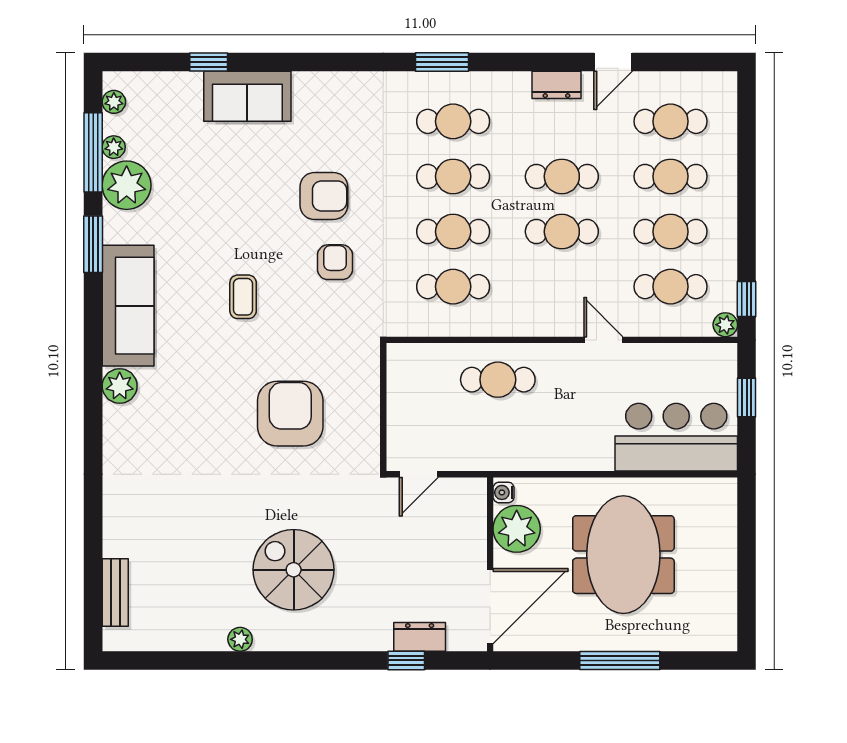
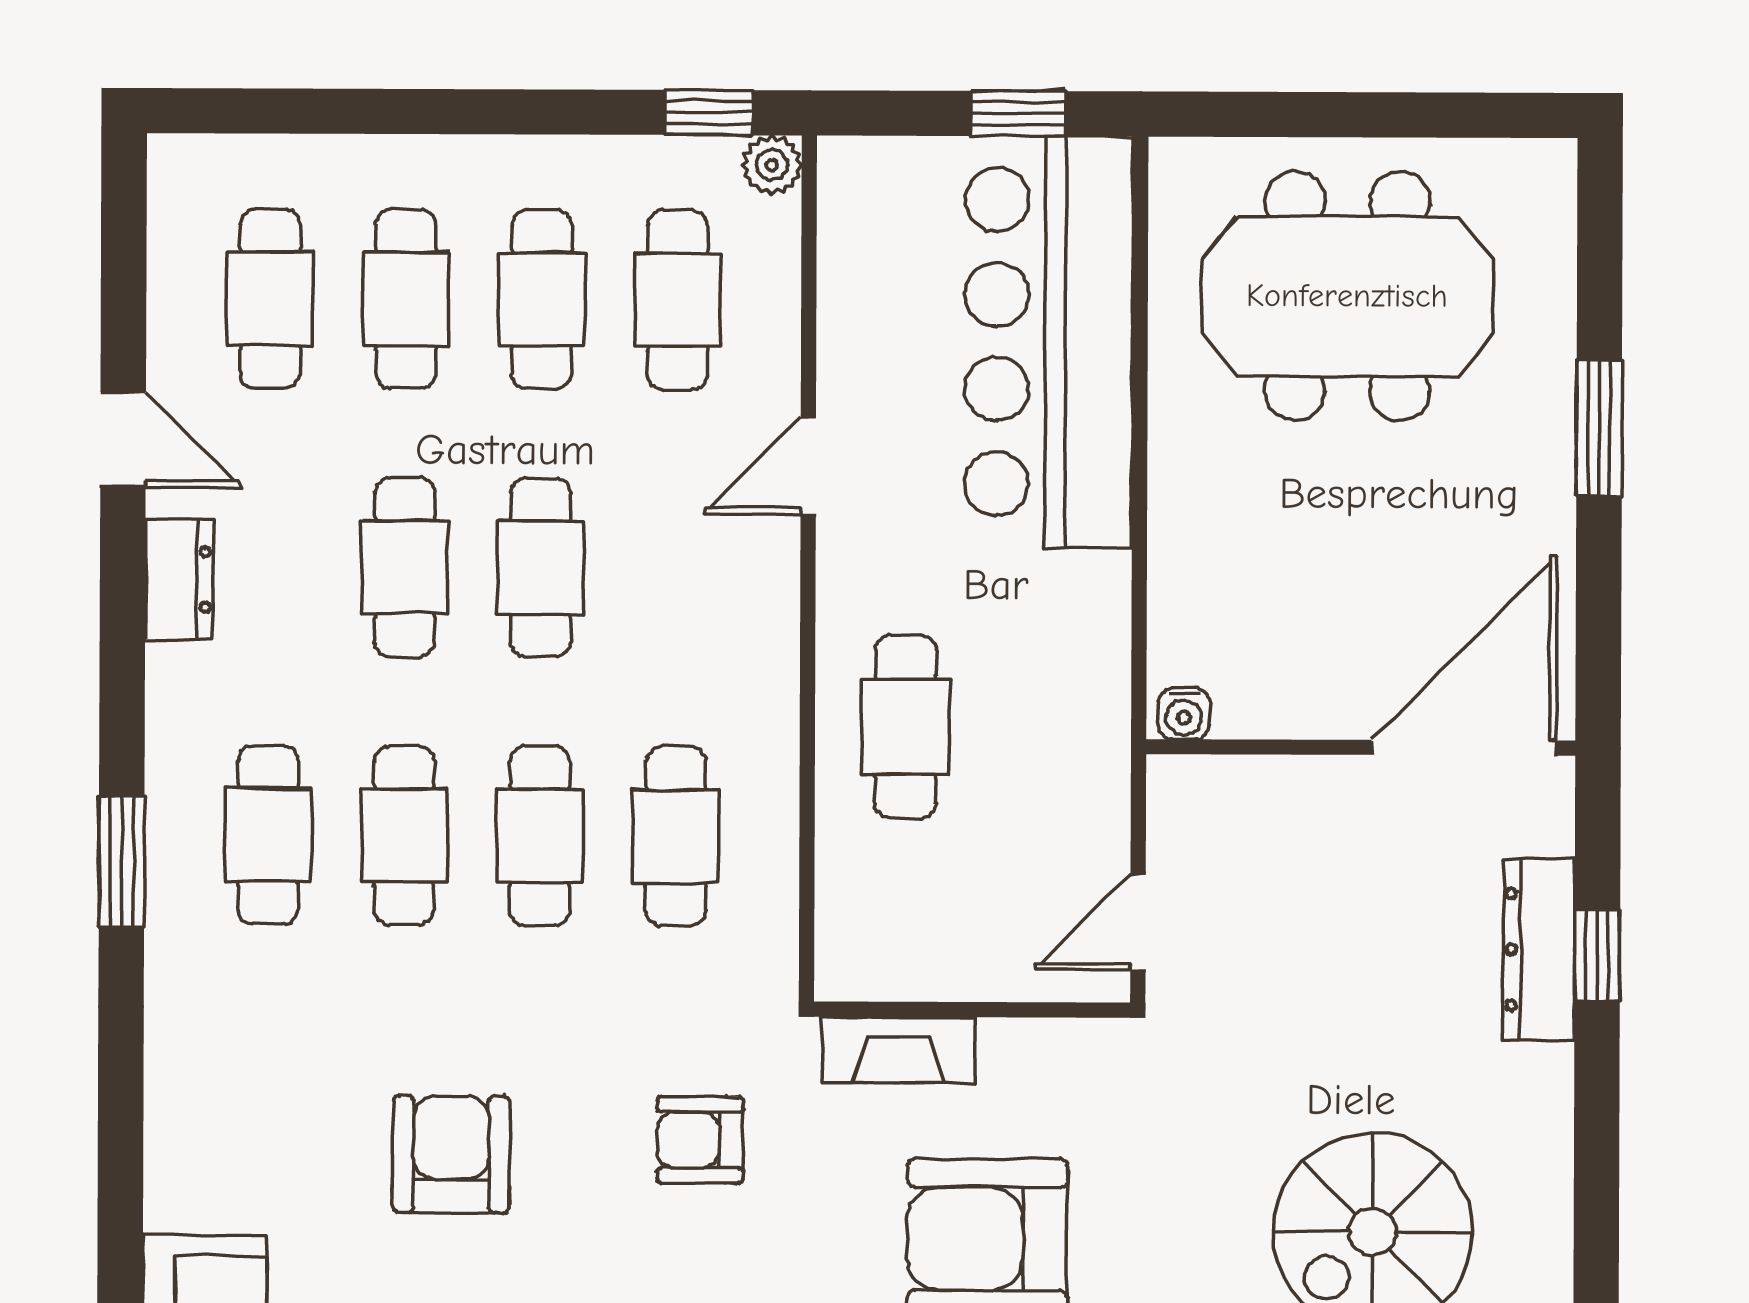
armchair: (335, 262) -> (700, 1140), moved
fireplace: (367, 377) -> (899, 1050), added
window: (747, 398) -> (1018, 114), moved
bar counter: (676, 437) -> (1049, 342), width x1.36
door: (419, 474) -> (1138, 922), swing flipped
plant: (517, 529) -> (1274, 682), removed
meeting table: (623, 555) -> (1347, 296), moved
door: (490, 606) -> (1464, 748), hinge flipped
dresser: (420, 637) -> (1539, 950), width x1.44
window: (620, 660) -> (1599, 428), width x0.69

